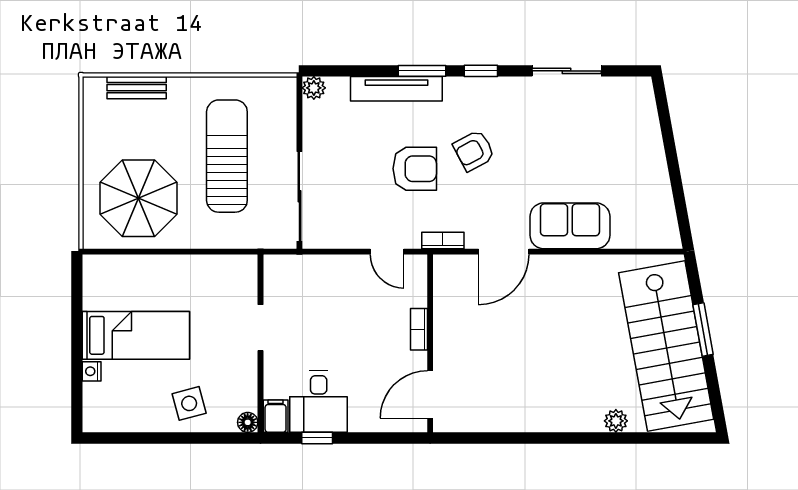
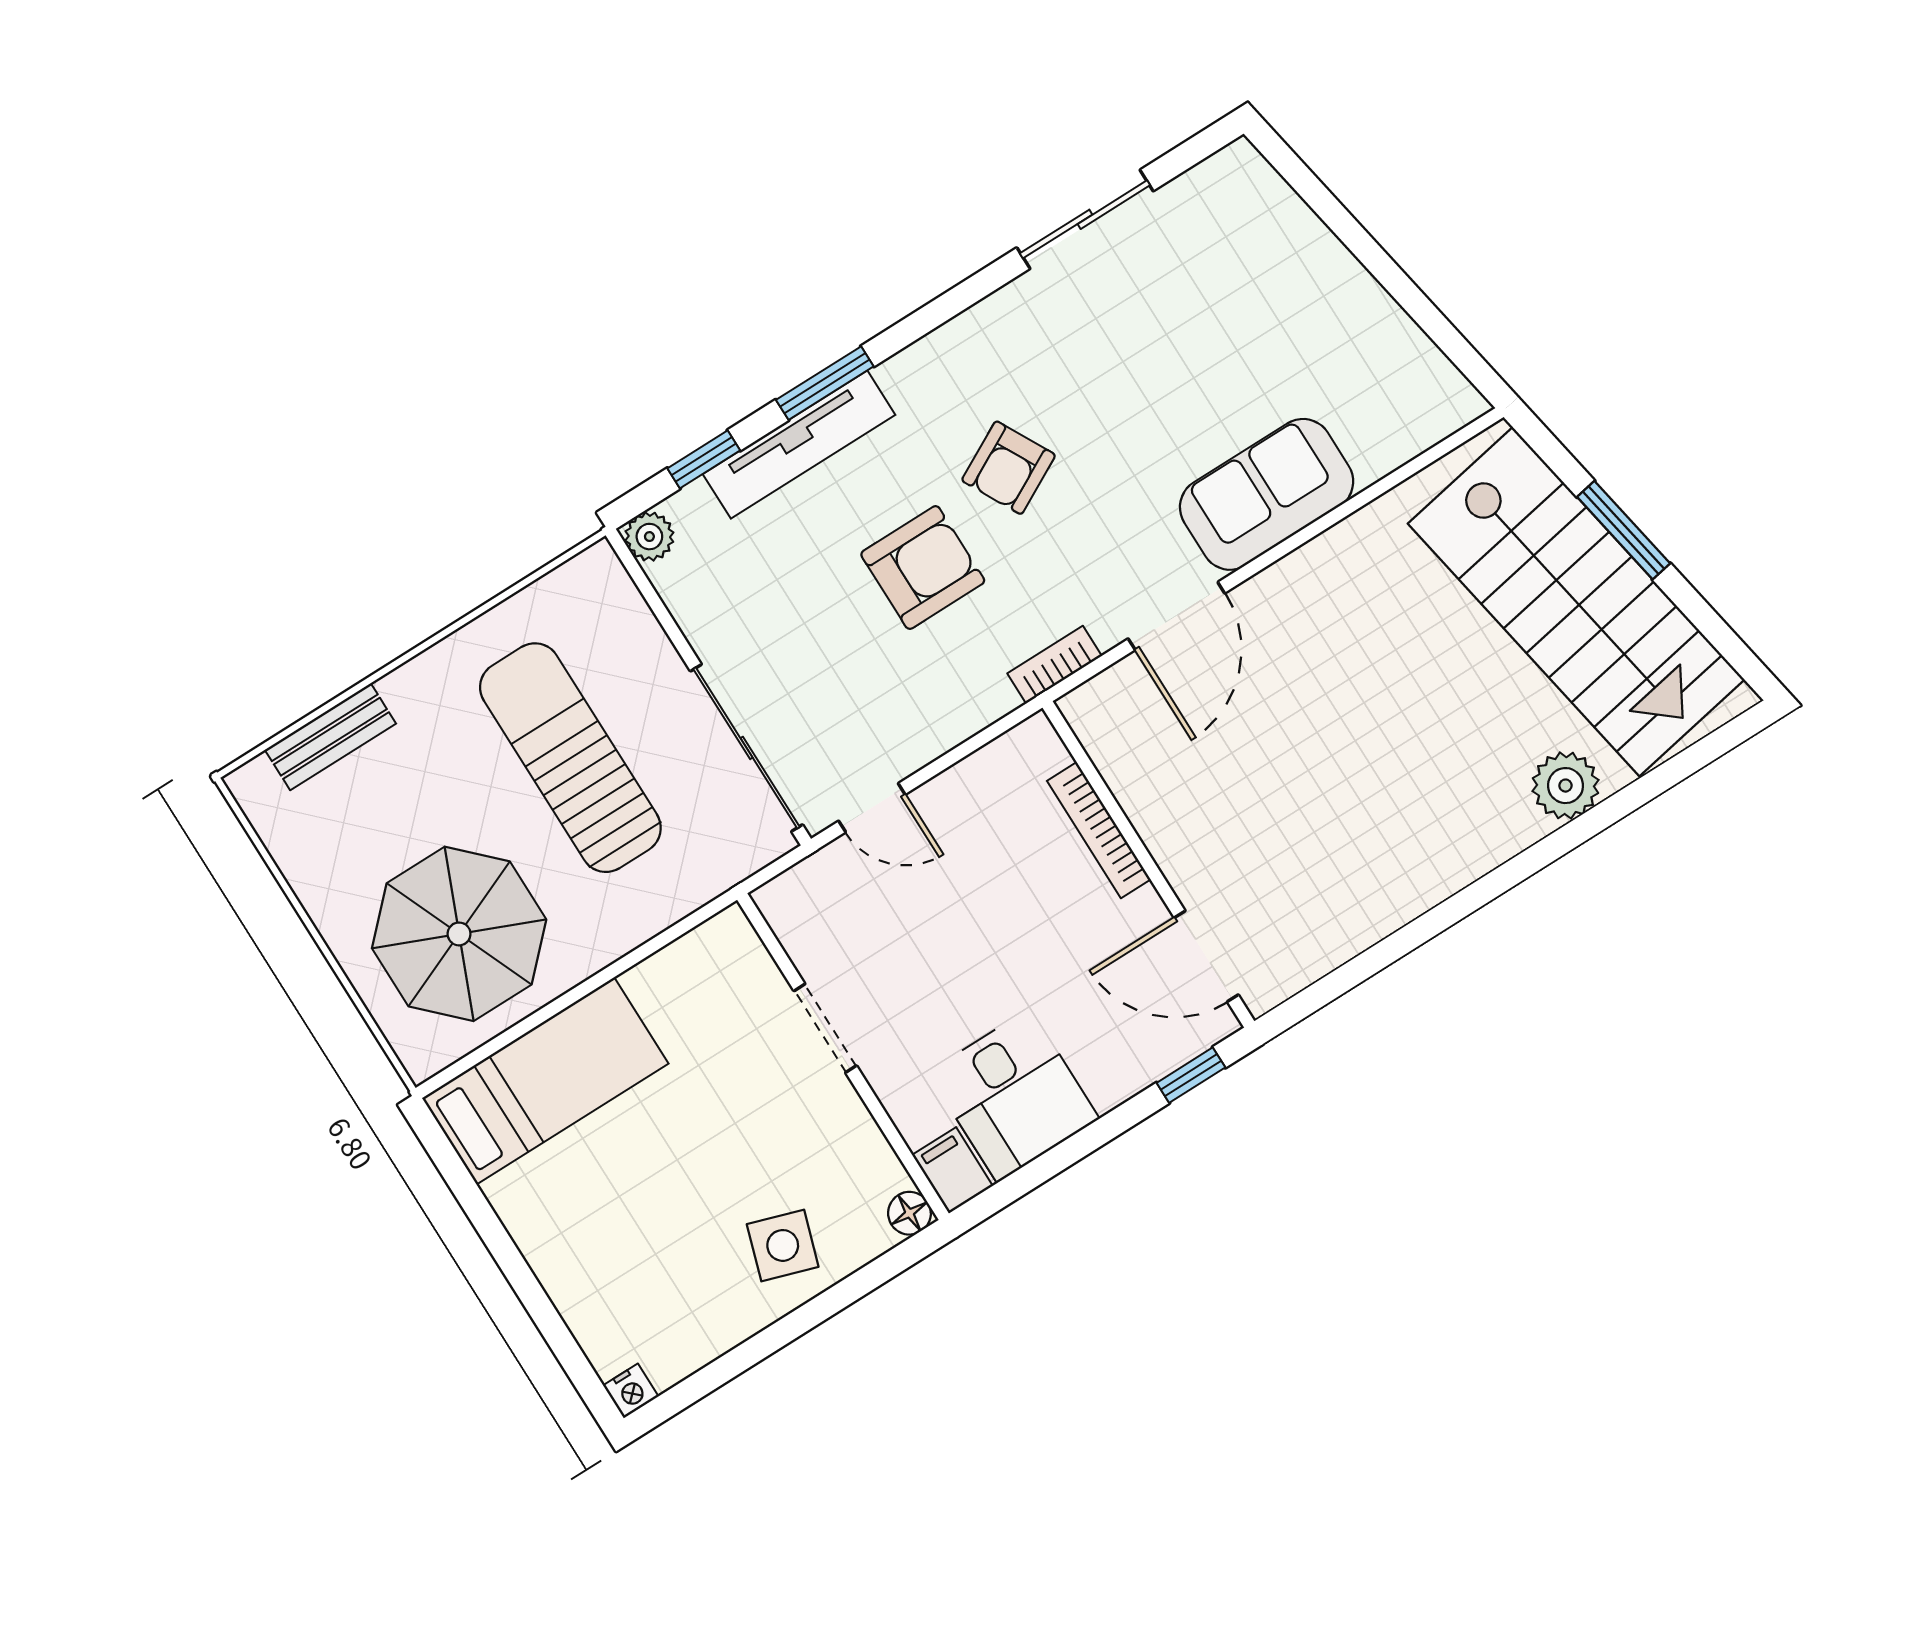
window: (481, 71) -> (704, 459), moved
door: (387, 252) -> (872, 808), moved
bookcase: (419, 329) -> (1099, 830), width x1.56
bed: (136, 335) -> (545, 1081), moved
nightstand: (92, 371) -> (631, 1391), moved, turned -90
door: (430, 394) -> (1206, 956), hinge flipped
side table: (189, 403) -> (783, 1245), turned 33
plant: (616, 421) -> (1566, 786), width x1.38, depth x1.38
window: (317, 438) -> (1191, 1075), moved

